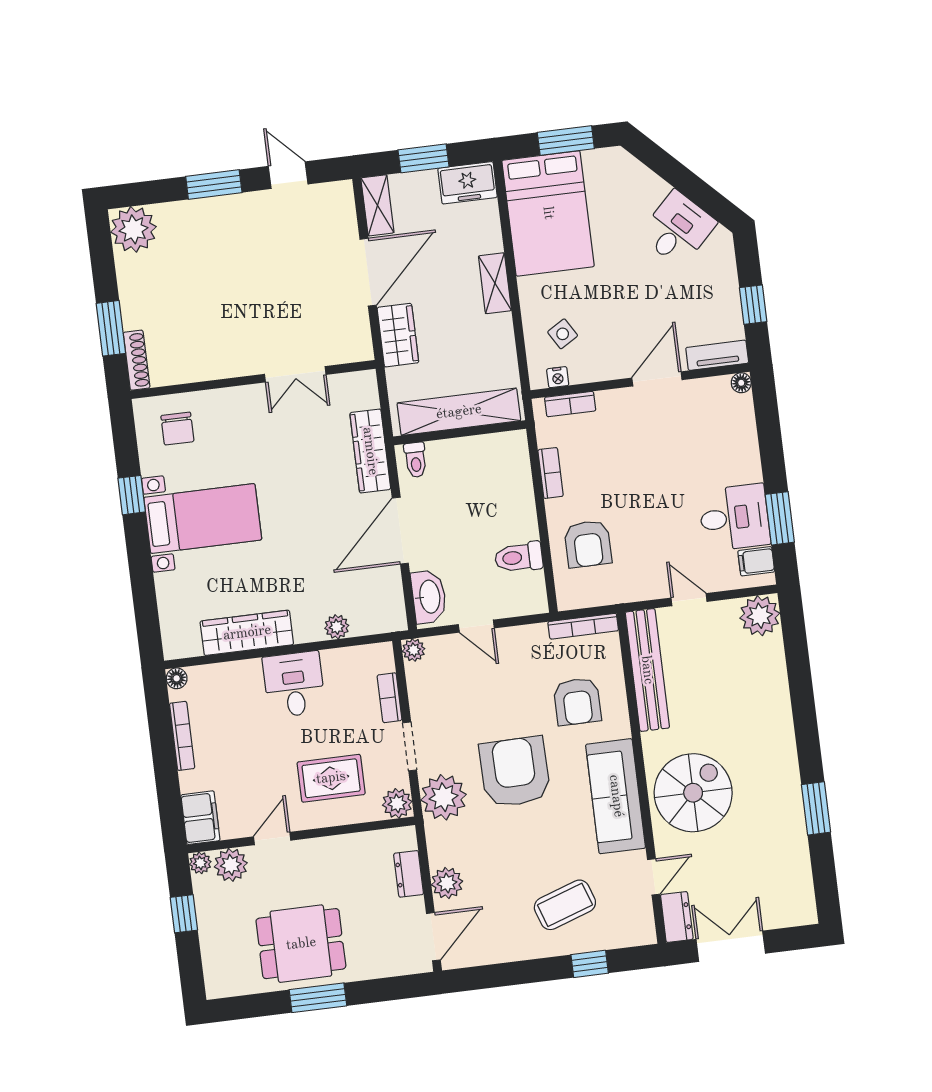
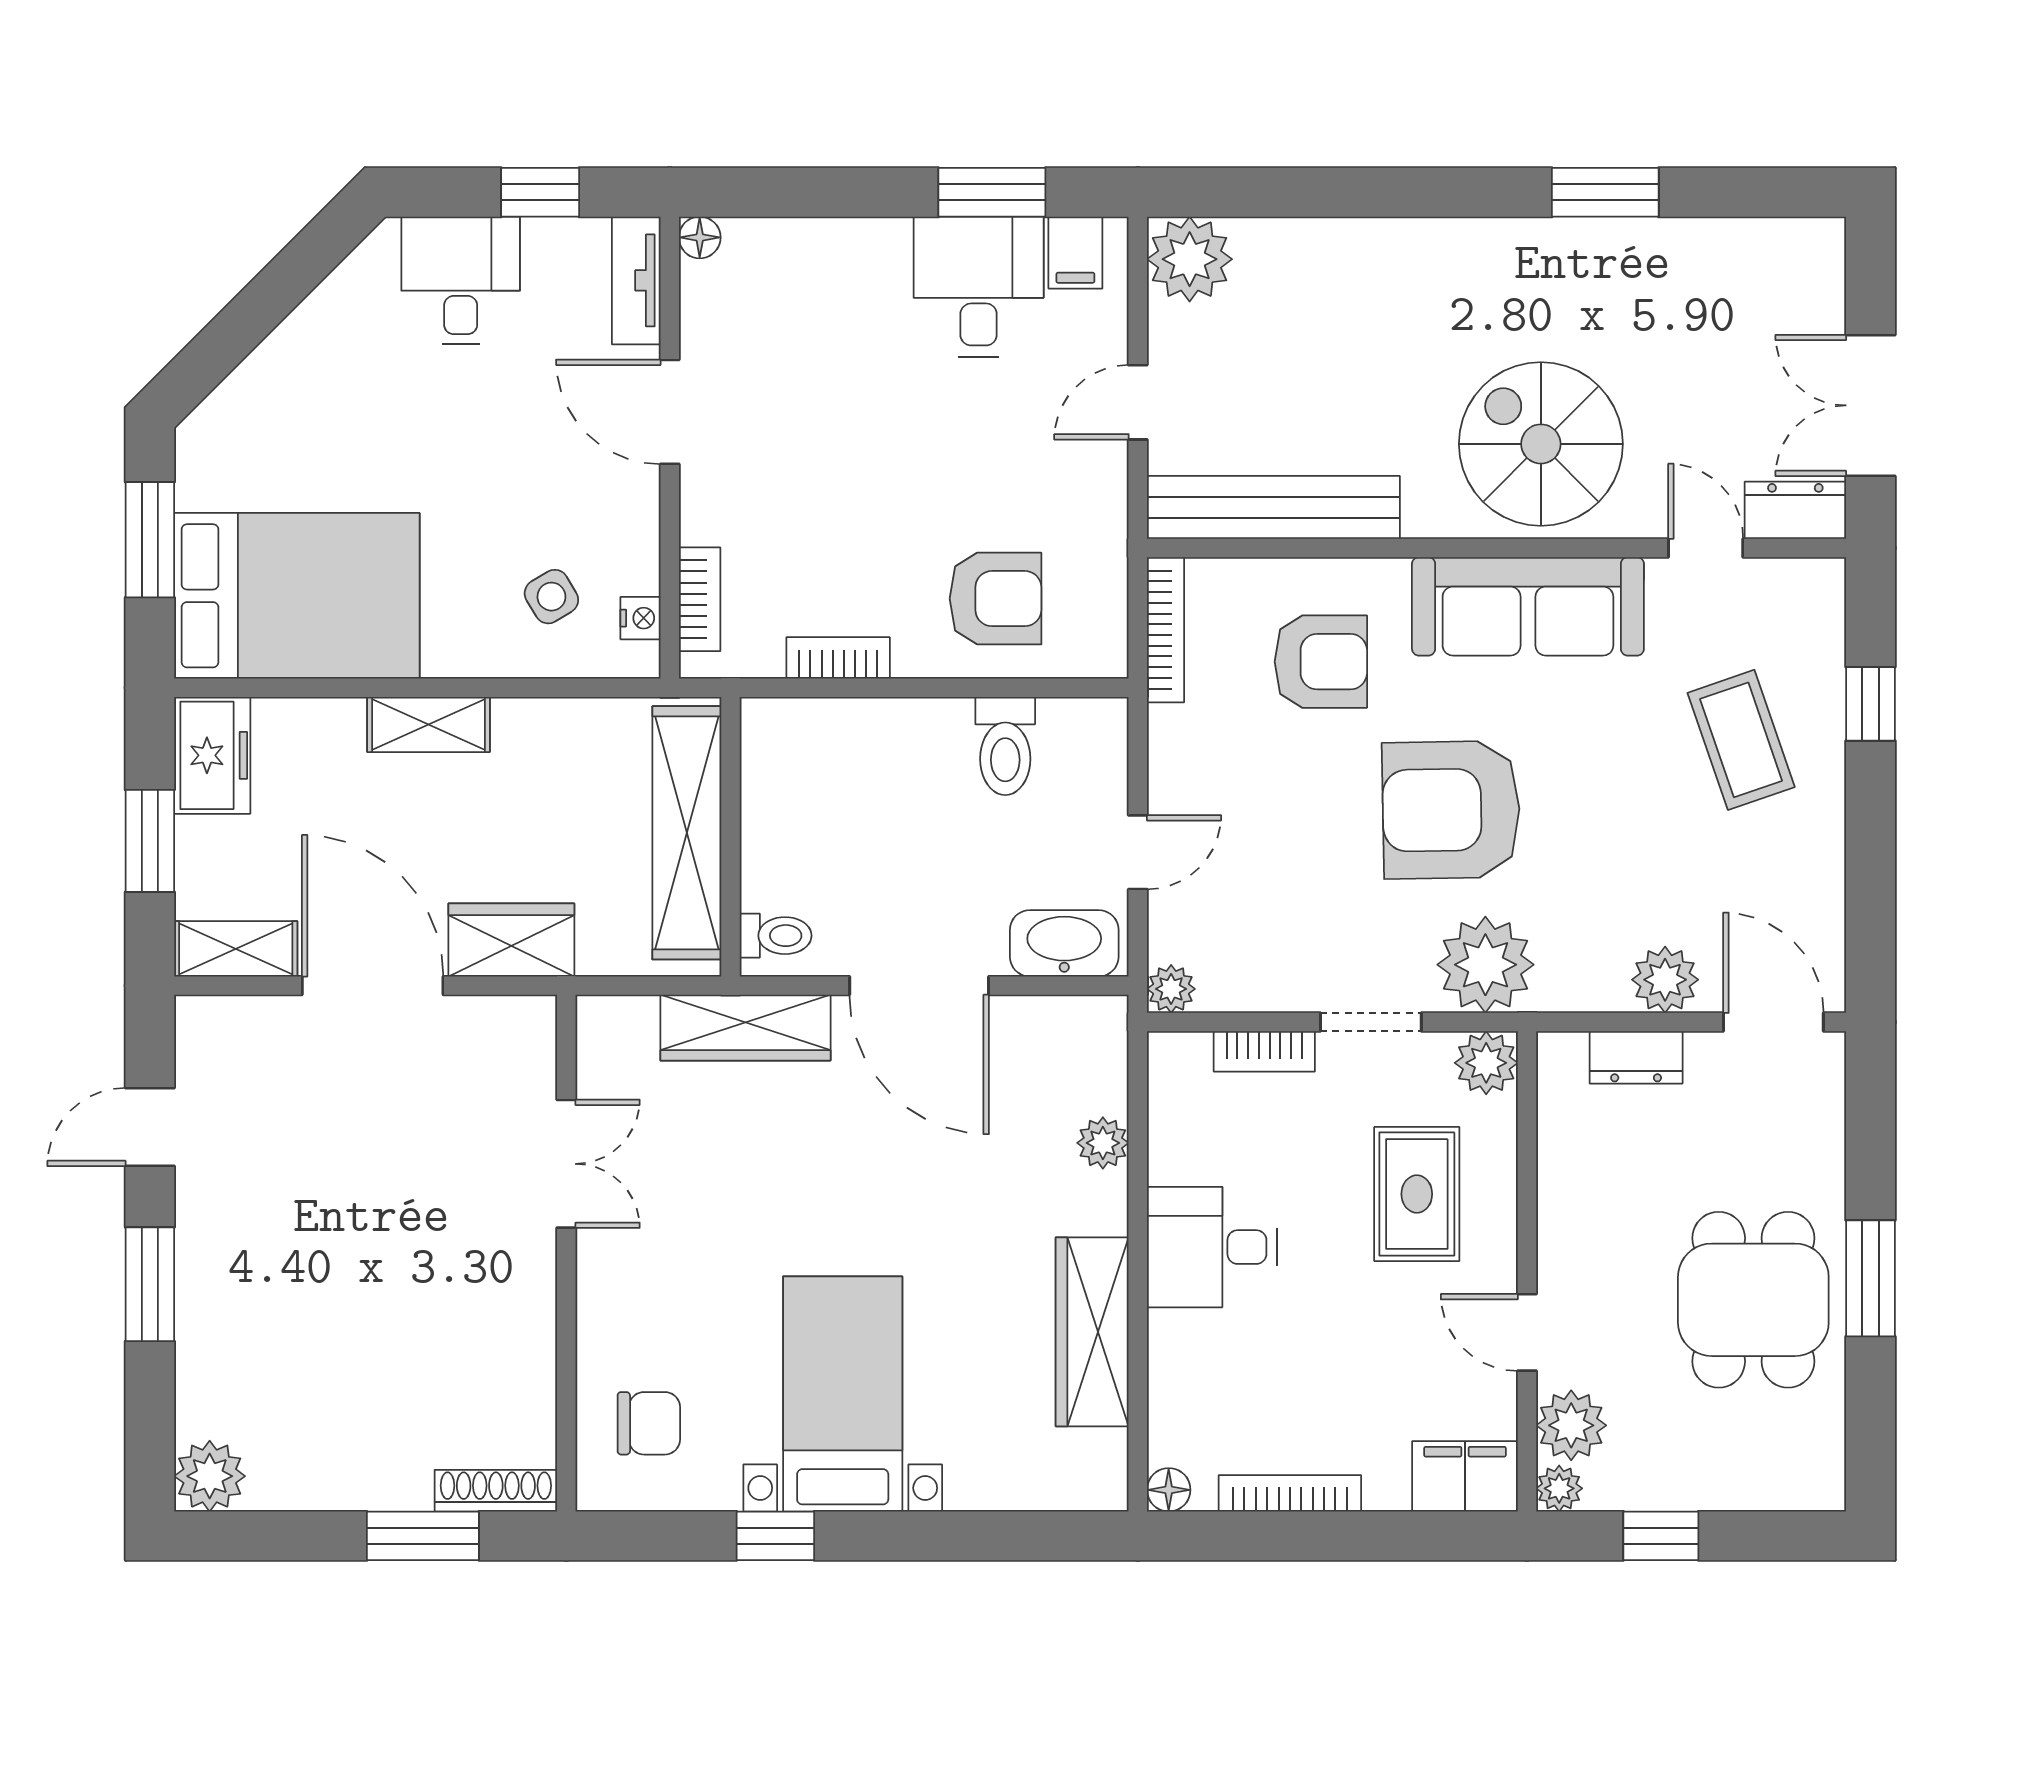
plant: (133, 229) -> (210, 1476), width x0.73, depth x0.73
desk: (678, 229) -> (461, 280), moved, turned 45

